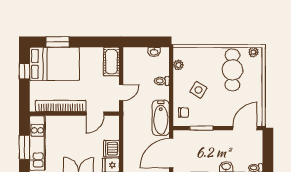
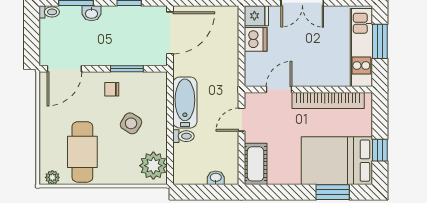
washbasin: (154, 52) -> (216, 178), moved
plant: (178, 65) -> (153, 166), width x1.88, depth x1.88
chair: (183, 112) -> (112, 89), moved
bathtub: (161, 118) -> (185, 102), moved

